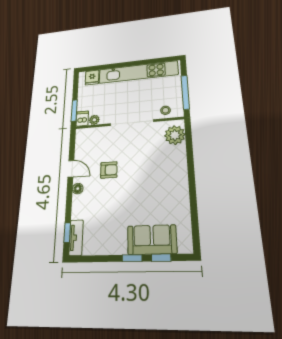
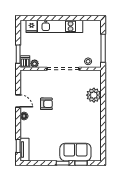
kitchen unit: (138, 72) -> (60, 26), width x0.73
plant: (175, 135) -> (94, 95), moved

